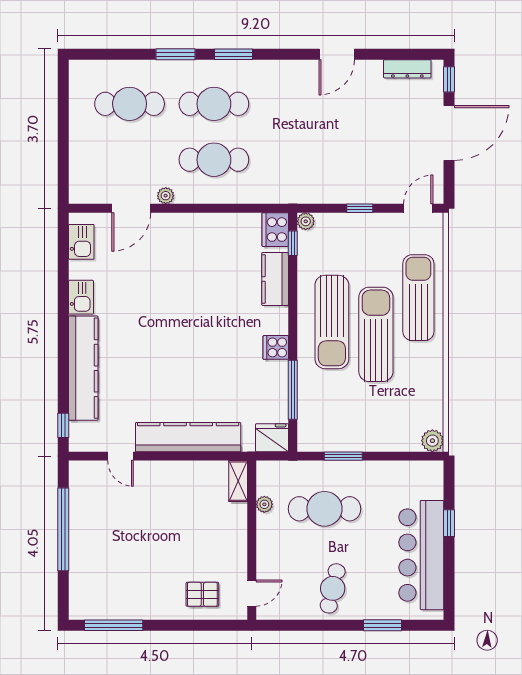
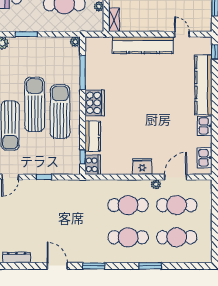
window: (233, 54) -> (94, 266), moved
door: (337, 54) -> (57, 266), hinge flipped
cafe table: (130, 160) -> (177, 205), added
plant: (306, 221) -> (75, 42), moved
sun lounger: (376, 334) -> (35, 104), turned 180
cooker: (276, 347) -> (95, 103), width x1.87, depth x1.31
fridge: (272, 438) -> (142, 166), moved, turned 180
window: (343, 456) -> (26, 34), moved

